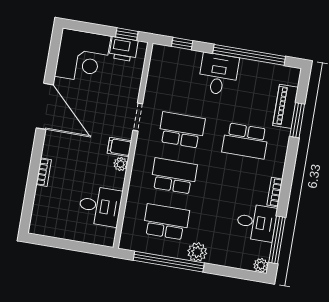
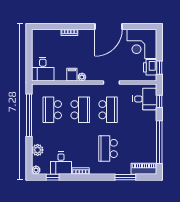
desk: (218, 74) -> (145, 99), moved
piano: (286, 106) -> (144, 169), moved
filing cabinet: (119, 147) -> (72, 75), moved
desk: (100, 206) -> (43, 69), moved
school desk: (166, 222) -> (52, 110), turned 180
window: (277, 240) -> (53, 177), width x0.46
plant: (197, 252) -> (38, 150), moved

